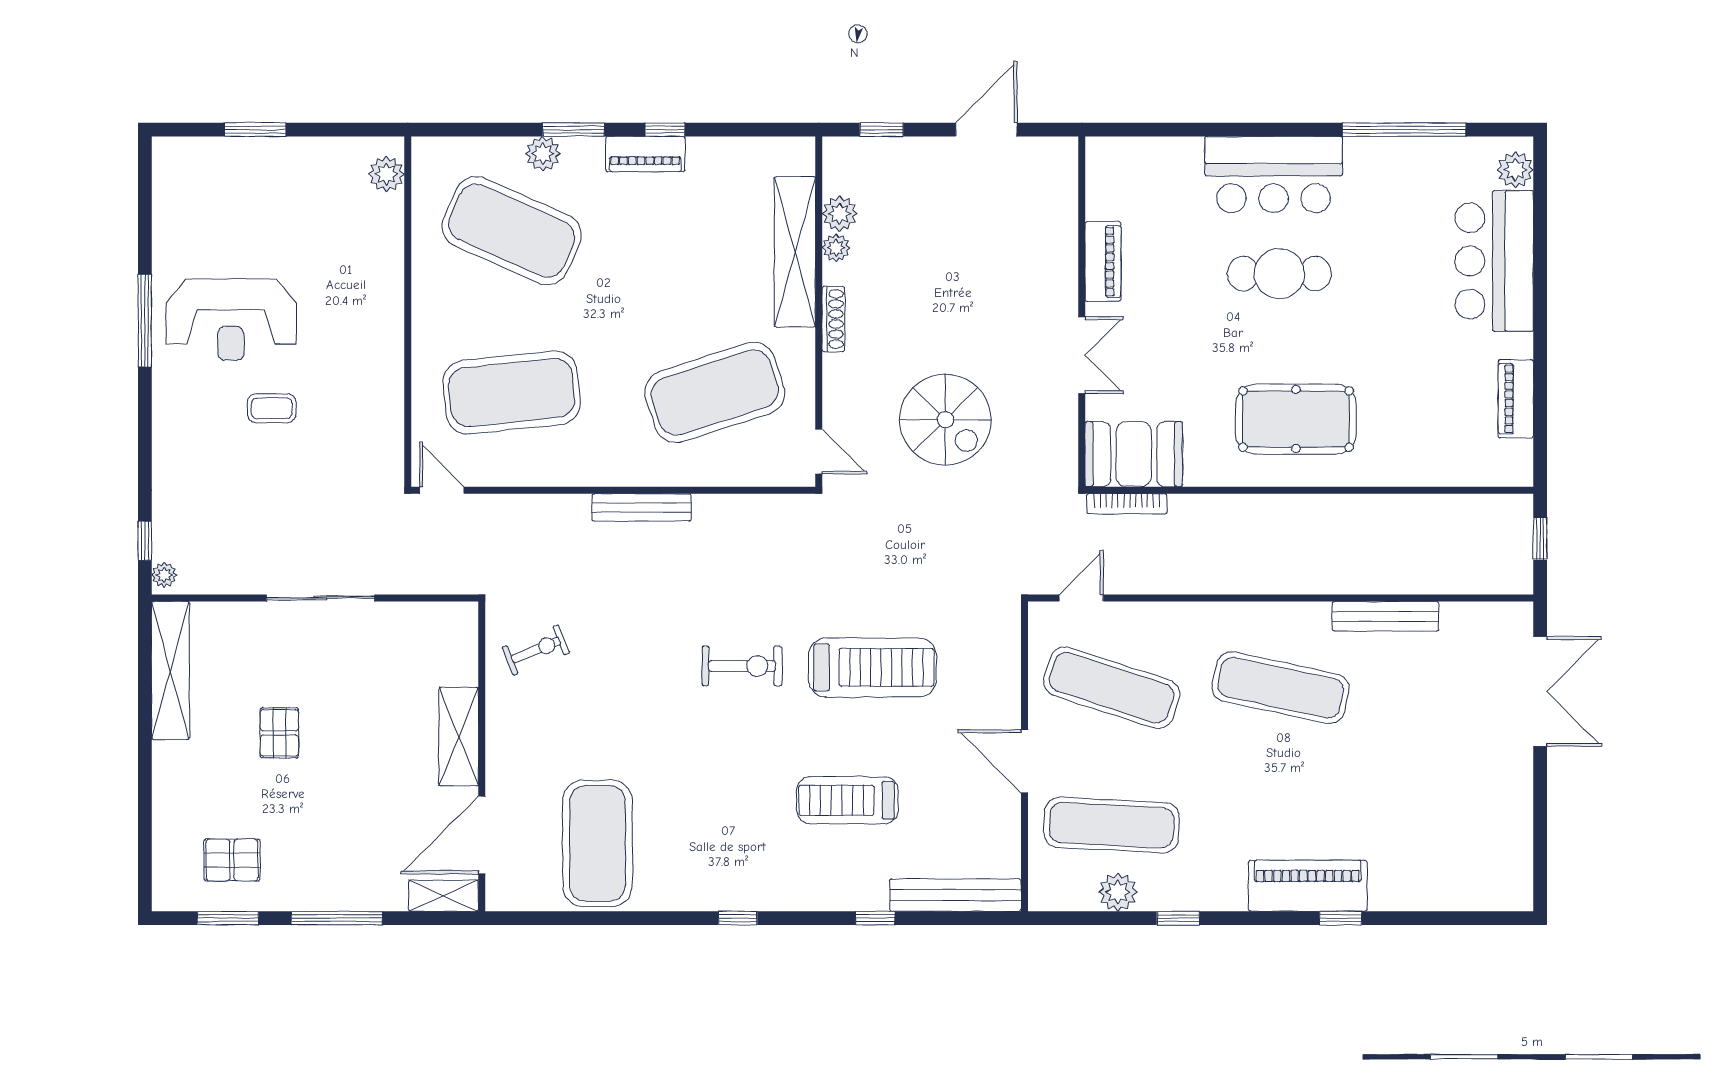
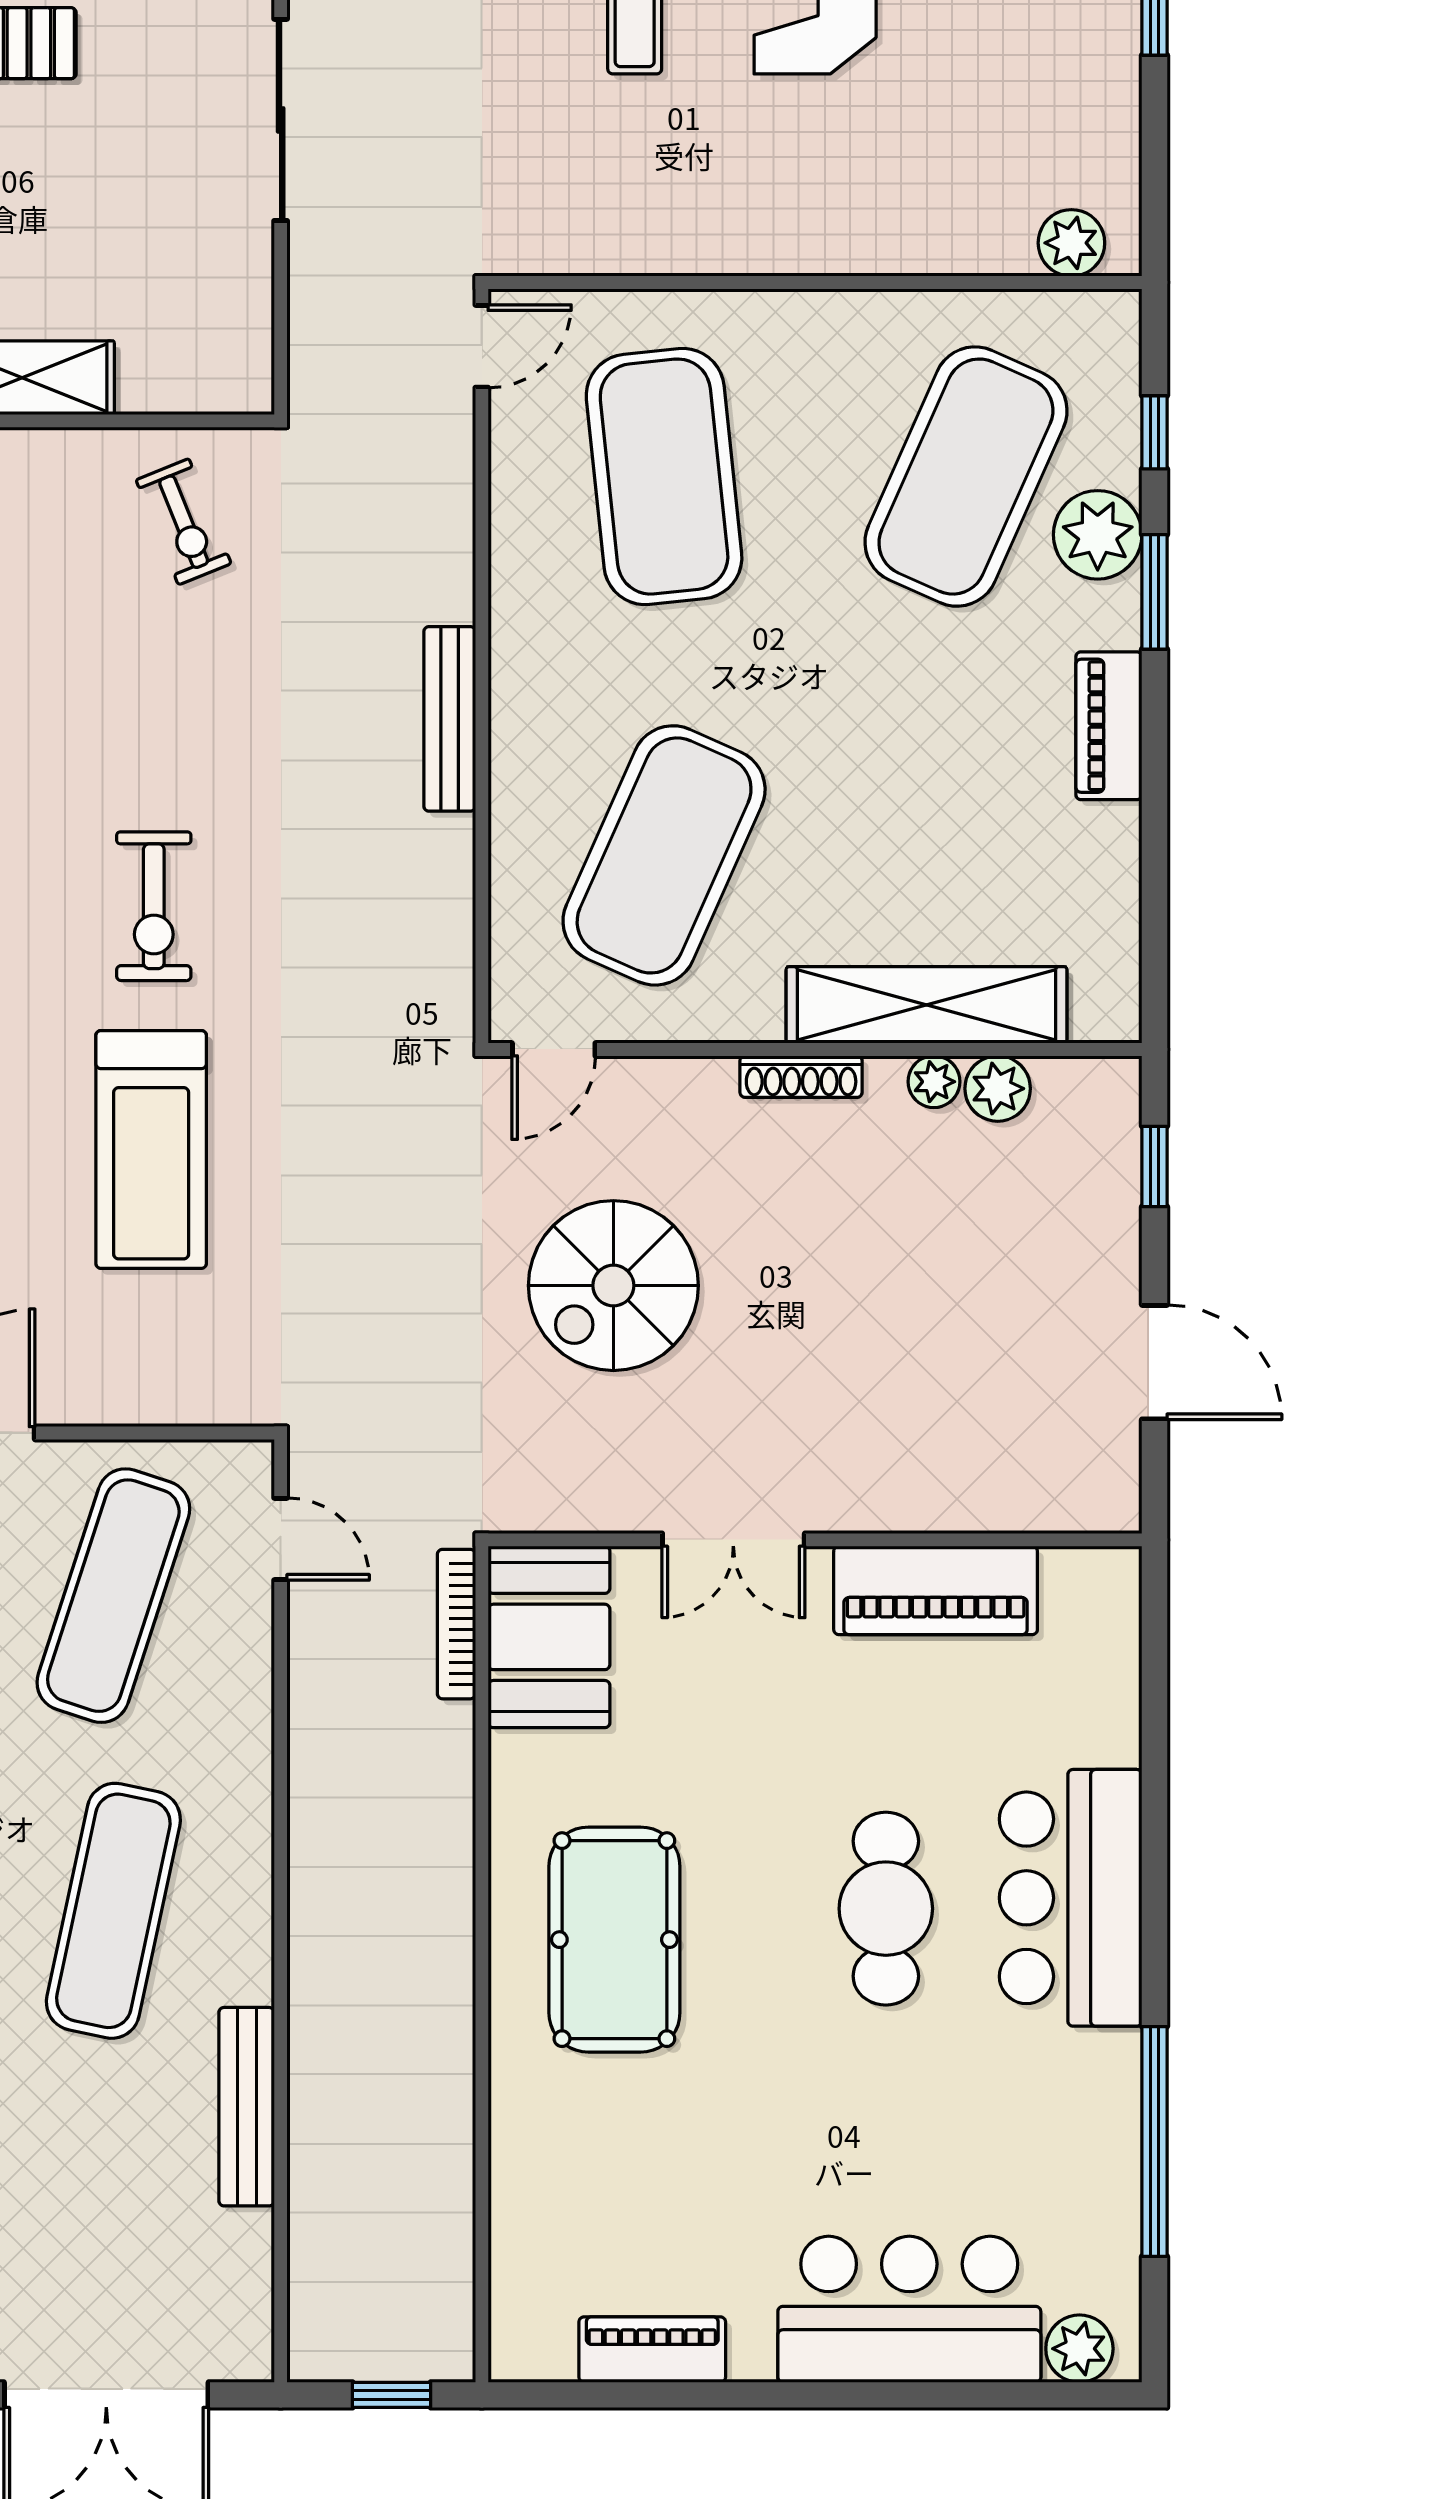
window: (665, 130) -> (1154, 432), moved
plant: (543, 154) -> (1098, 535), width x1.36, depth x1.36
piano: (1103, 262) -> (936, 1590), width x1.37, depth x1.33
exercise mat: (715, 392) -> (664, 855), turned 42

